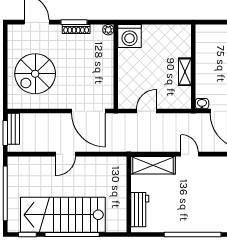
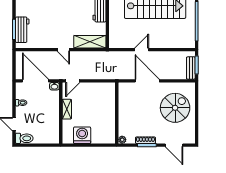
washing machine: (130, 36) -> (82, 135), moved
door: (88, 111) -> (147, 81), moved
door: (146, 111) -> (73, 81), moved
door: (66, 154) -> (142, 50), moved

